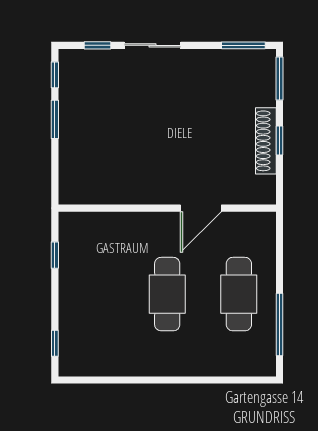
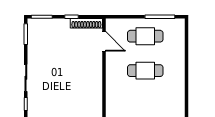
shoe rack: (266, 141) -> (86, 23), moved
door: (201, 208) -> (104, 41), moved

